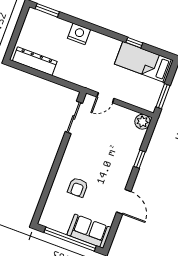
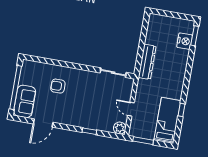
nightstand: (79, 34) -> (185, 41), moved
dresser: (35, 61) -> (147, 62), moved
door: (105, 98) -> (131, 109), moved
door: (124, 202) -> (43, 123), moved

